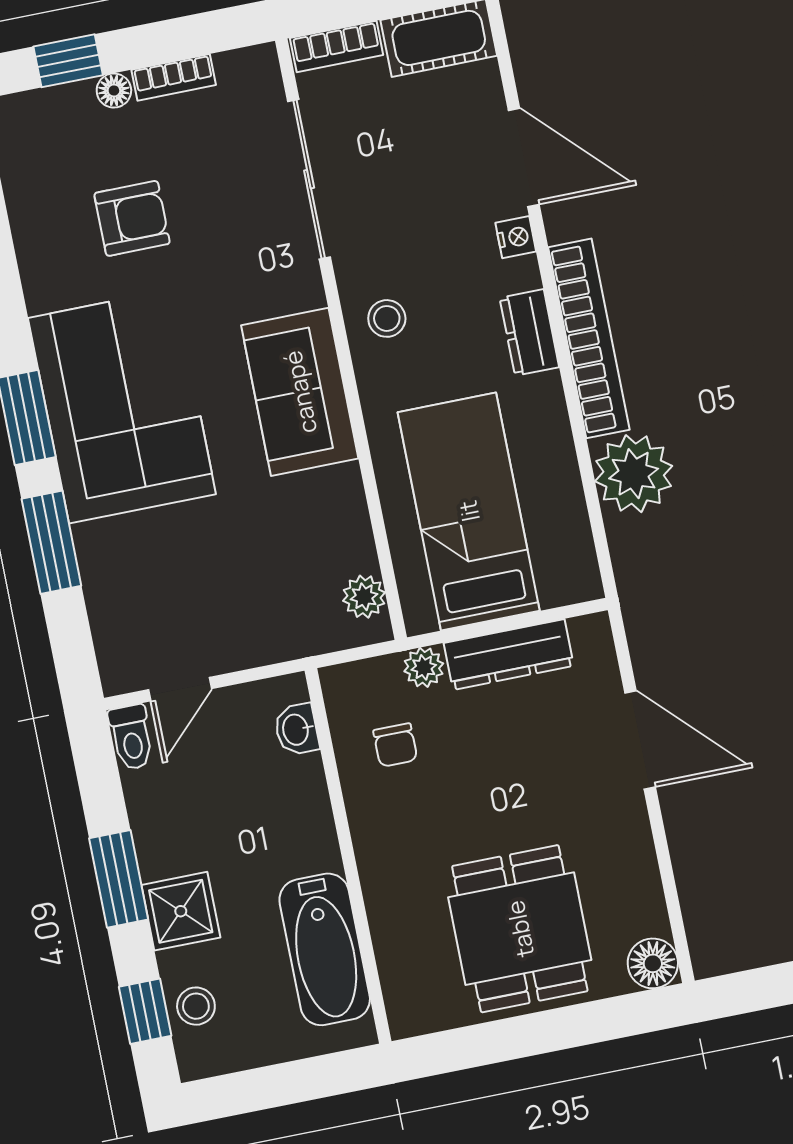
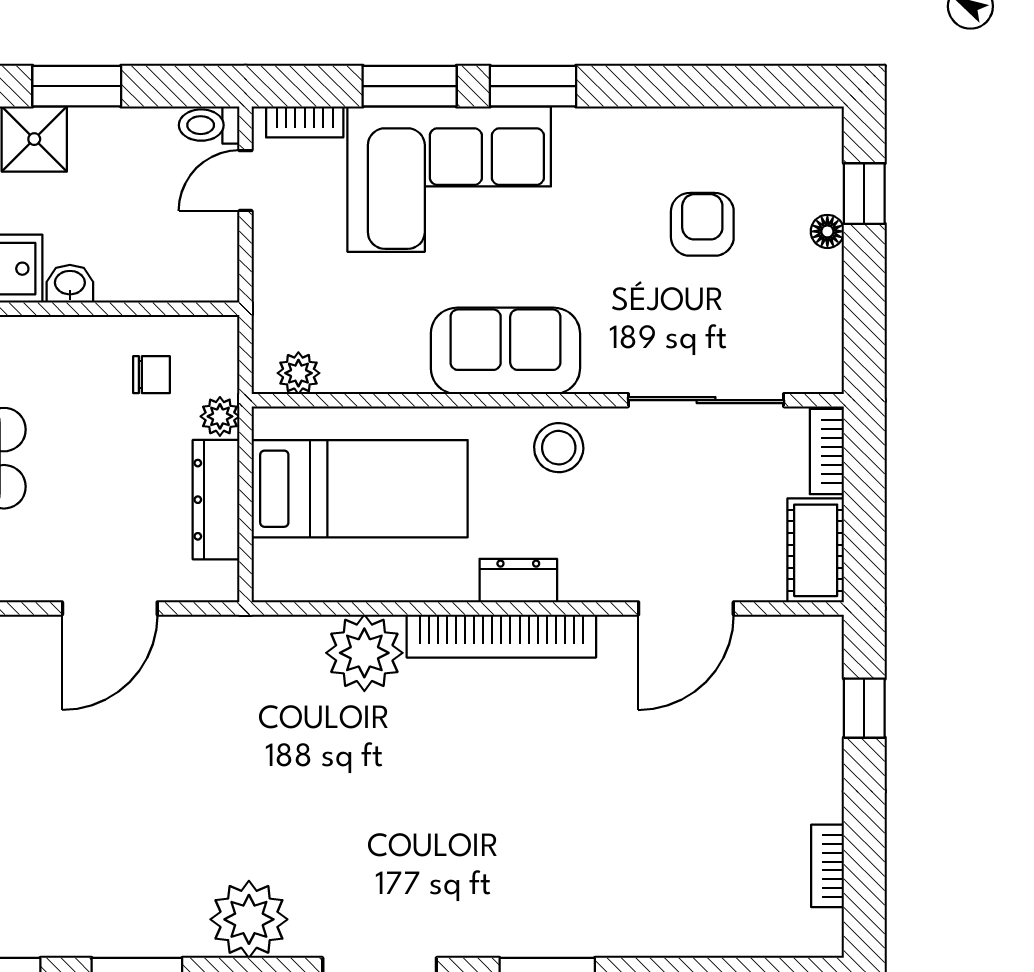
bookcase: (174, 77) -> (305, 122), moved, turned -90
armchair: (132, 218) -> (702, 224), turned 180
nightstand: (516, 237) -> (612, 586), removed
stool: (387, 318) -> (559, 448), width x1.37, depth x1.37
corner sofa: (122, 406) -> (449, 179), moved
door: (180, 689) -> (246, 181), hinge flipped
washbasin: (297, 729) -> (70, 284), moved
chair: (395, 745) -> (151, 375), turned 180

